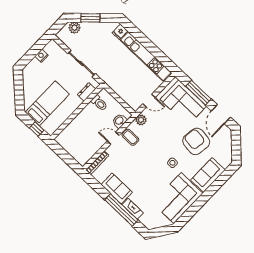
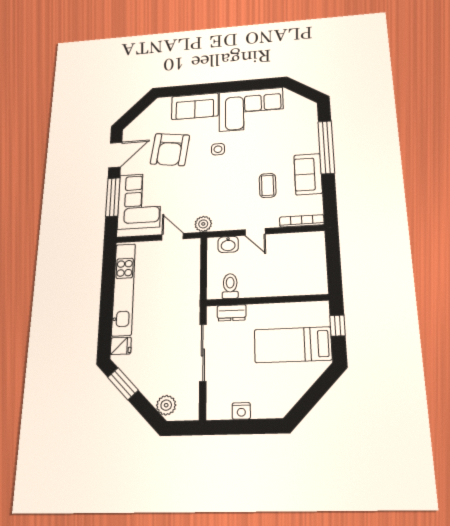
window: (90, 18) -> (123, 384), moved
coffee table: (130, 137) -> (268, 185), moved
fireplace: (133, 209) -> (312, 138), removed

